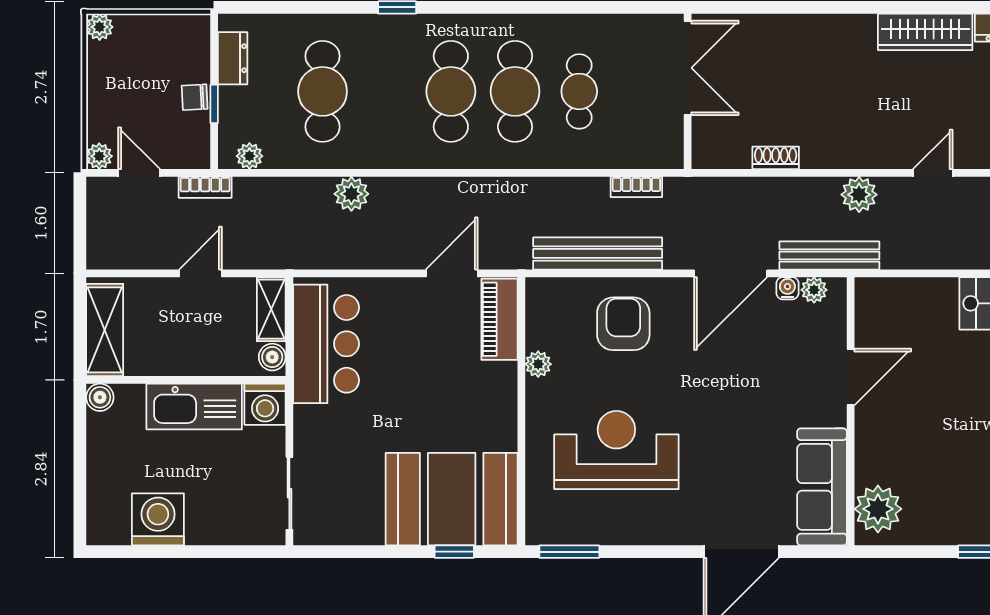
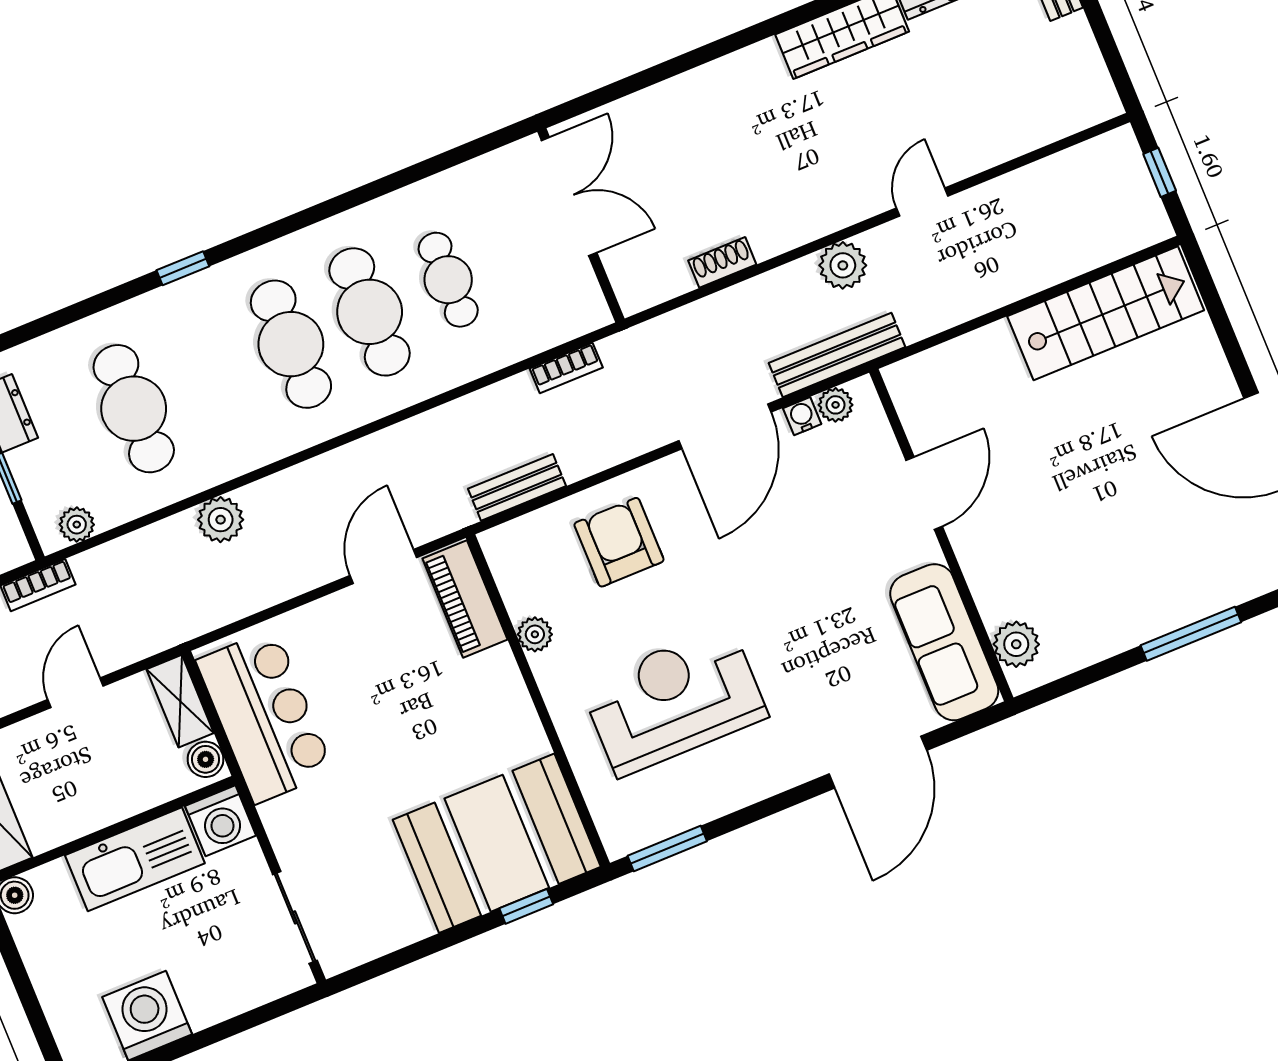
bench: (598, 253) -> (517, 487), width x0.54, depth x0.82
plant: (878, 509) -> (1016, 644), width x0.73, depth x0.73

